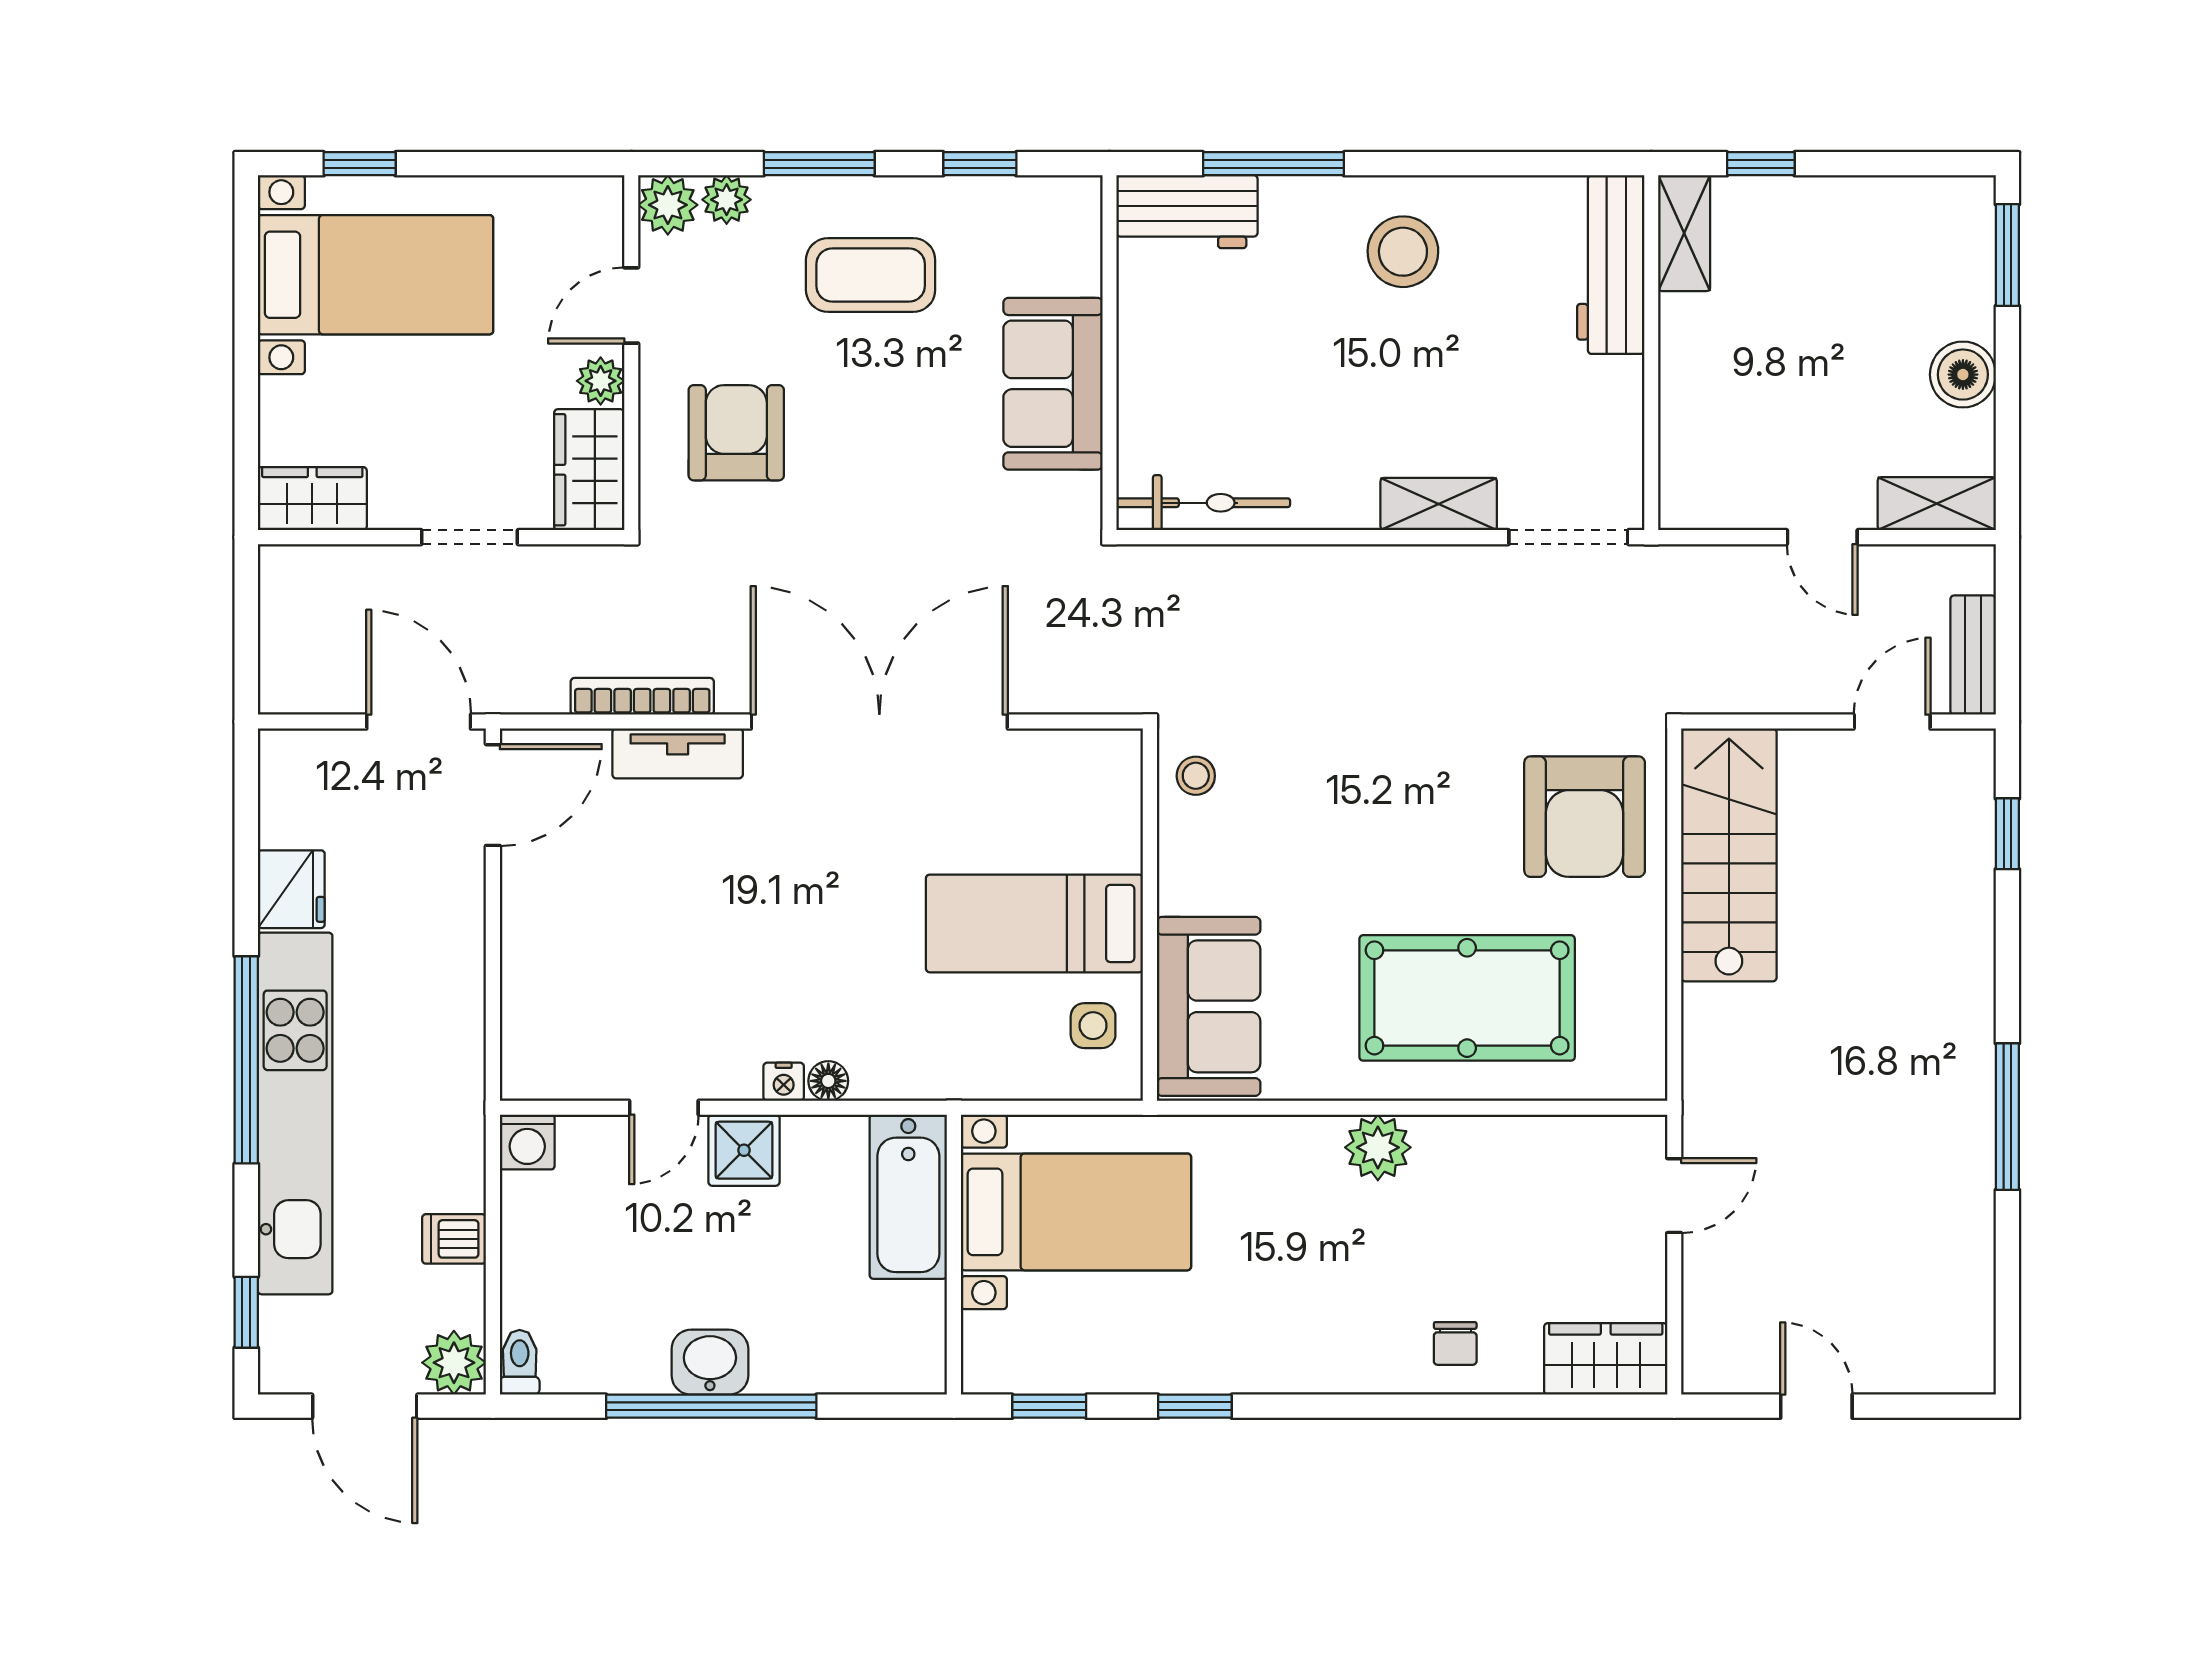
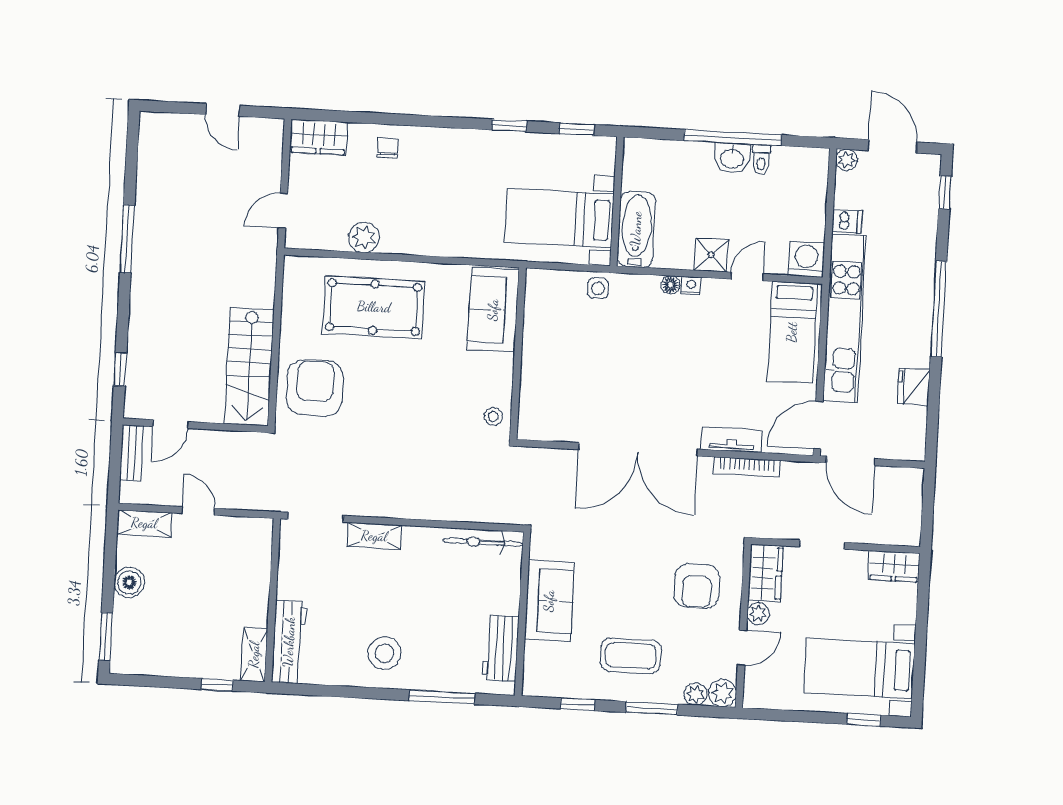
workbench: (1187, 212) -> (501, 648), moved, turned -90
bed: (1034, 923) -> (792, 332), moved, turned 90
side table: (1093, 1026) -> (598, 288), moved
kitchen unit: (295, 1113) -> (844, 318), moved, turned 180
washing machine: (527, 1142) -> (806, 259), width x1.38, depth x1.38
plant: (1378, 1147) -> (364, 237), moved
toilet: (520, 1362) -> (761, 159), moved
plant: (454, 1363) -> (846, 160), width x0.73, depth x0.73

